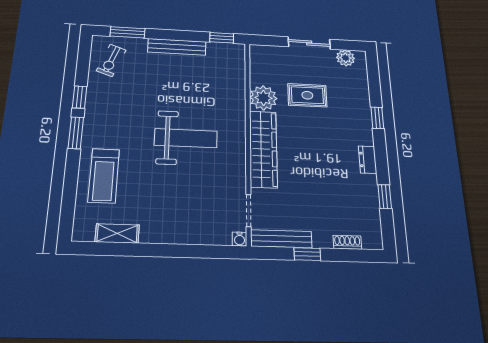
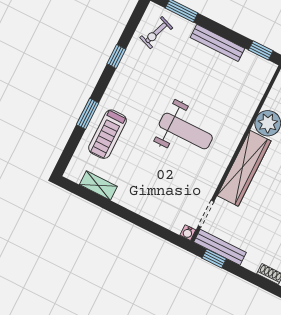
window: (76, 133) -> (88, 114), moved
window: (307, 254) -> (214, 258), moved

